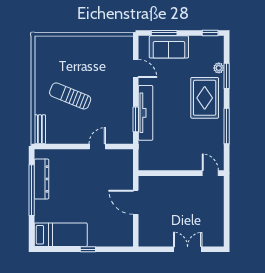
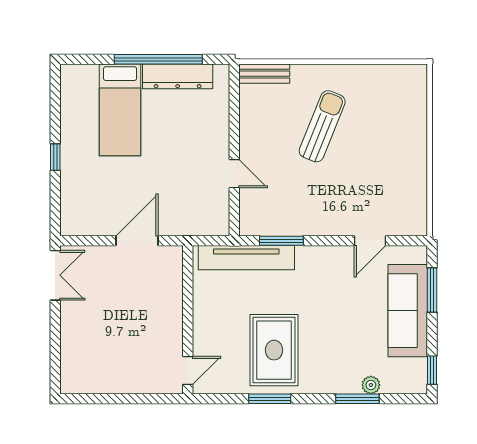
sofa: (169, 47) -> (408, 311), width x1.36
rug: (205, 98) -> (274, 350), moved, turned 90
tv unit: (146, 113) -> (246, 258), moved
window: (227, 126) -> (270, 399), width x0.69
bed: (61, 235) -> (120, 110), moved
double door: (188, 249) -> (55, 275), moved

